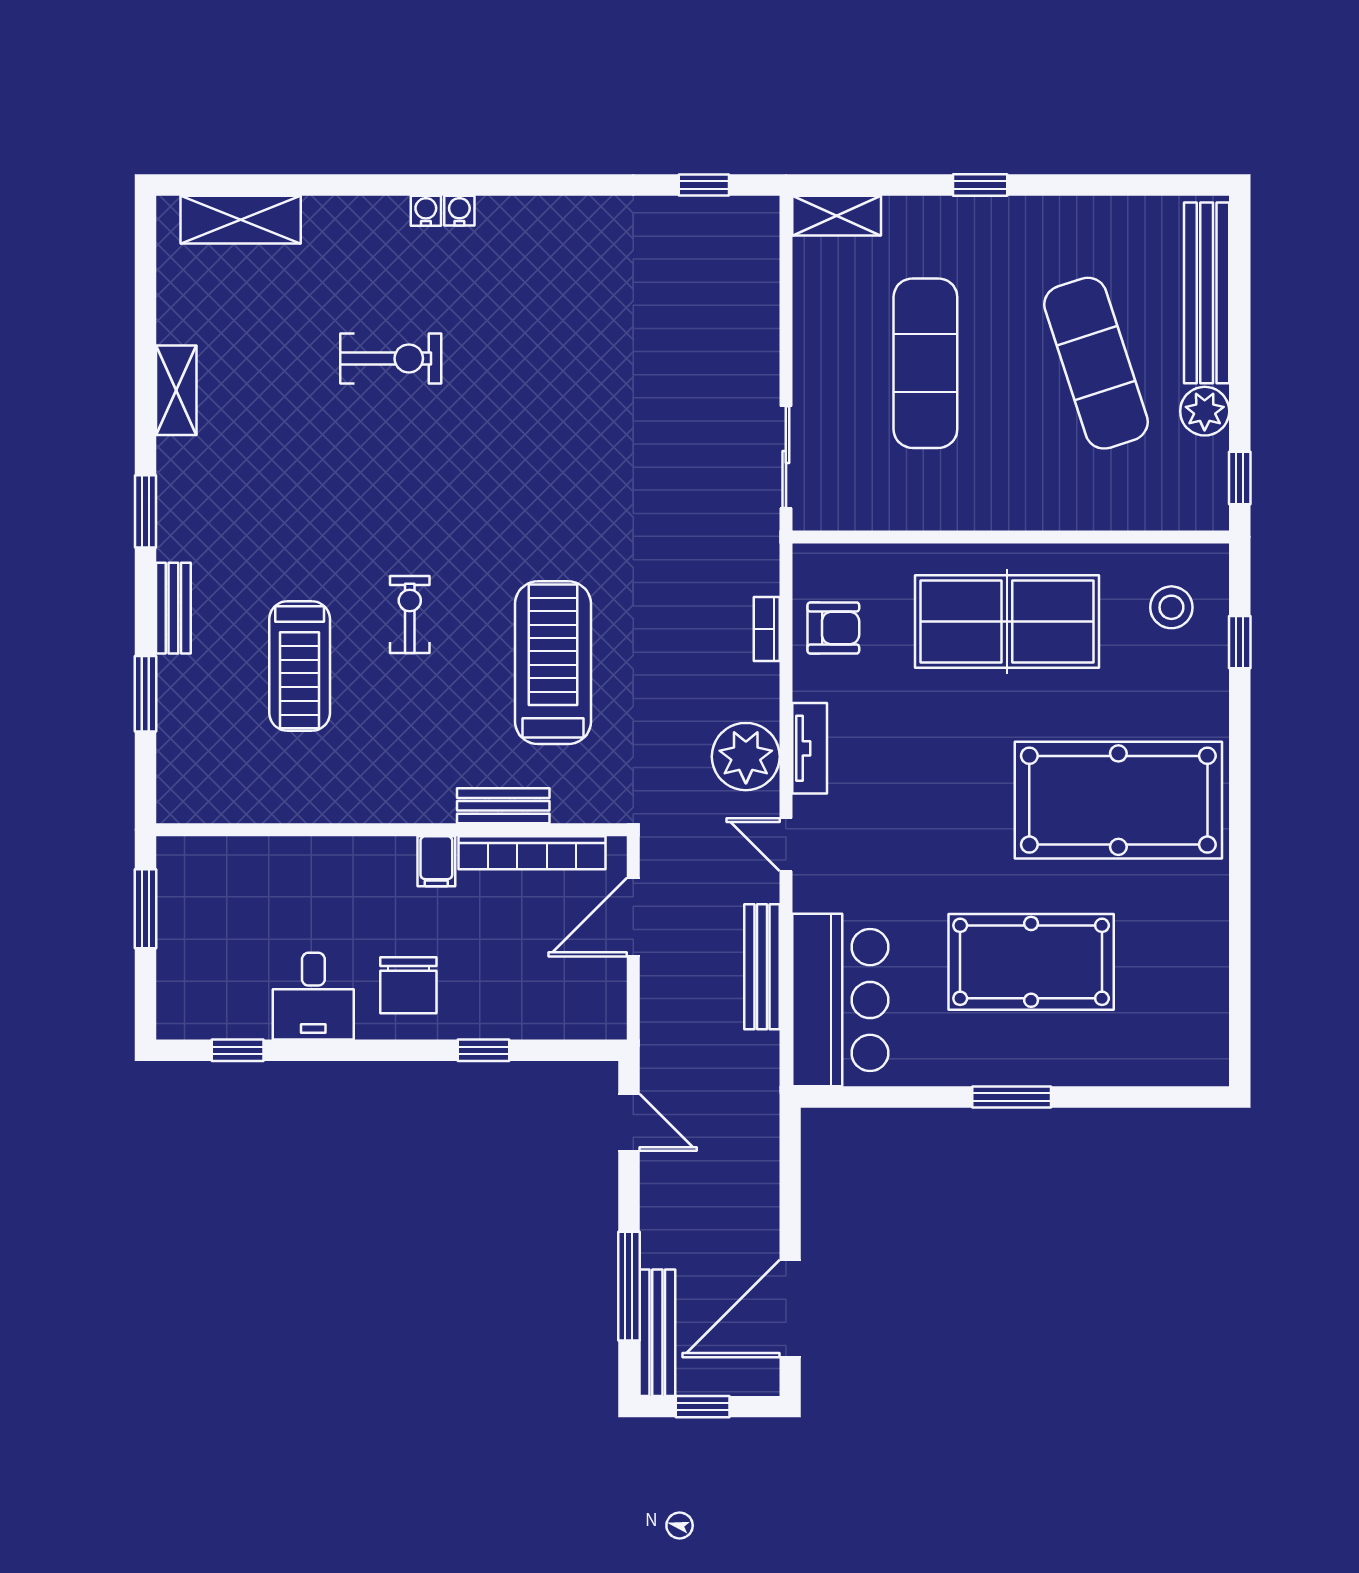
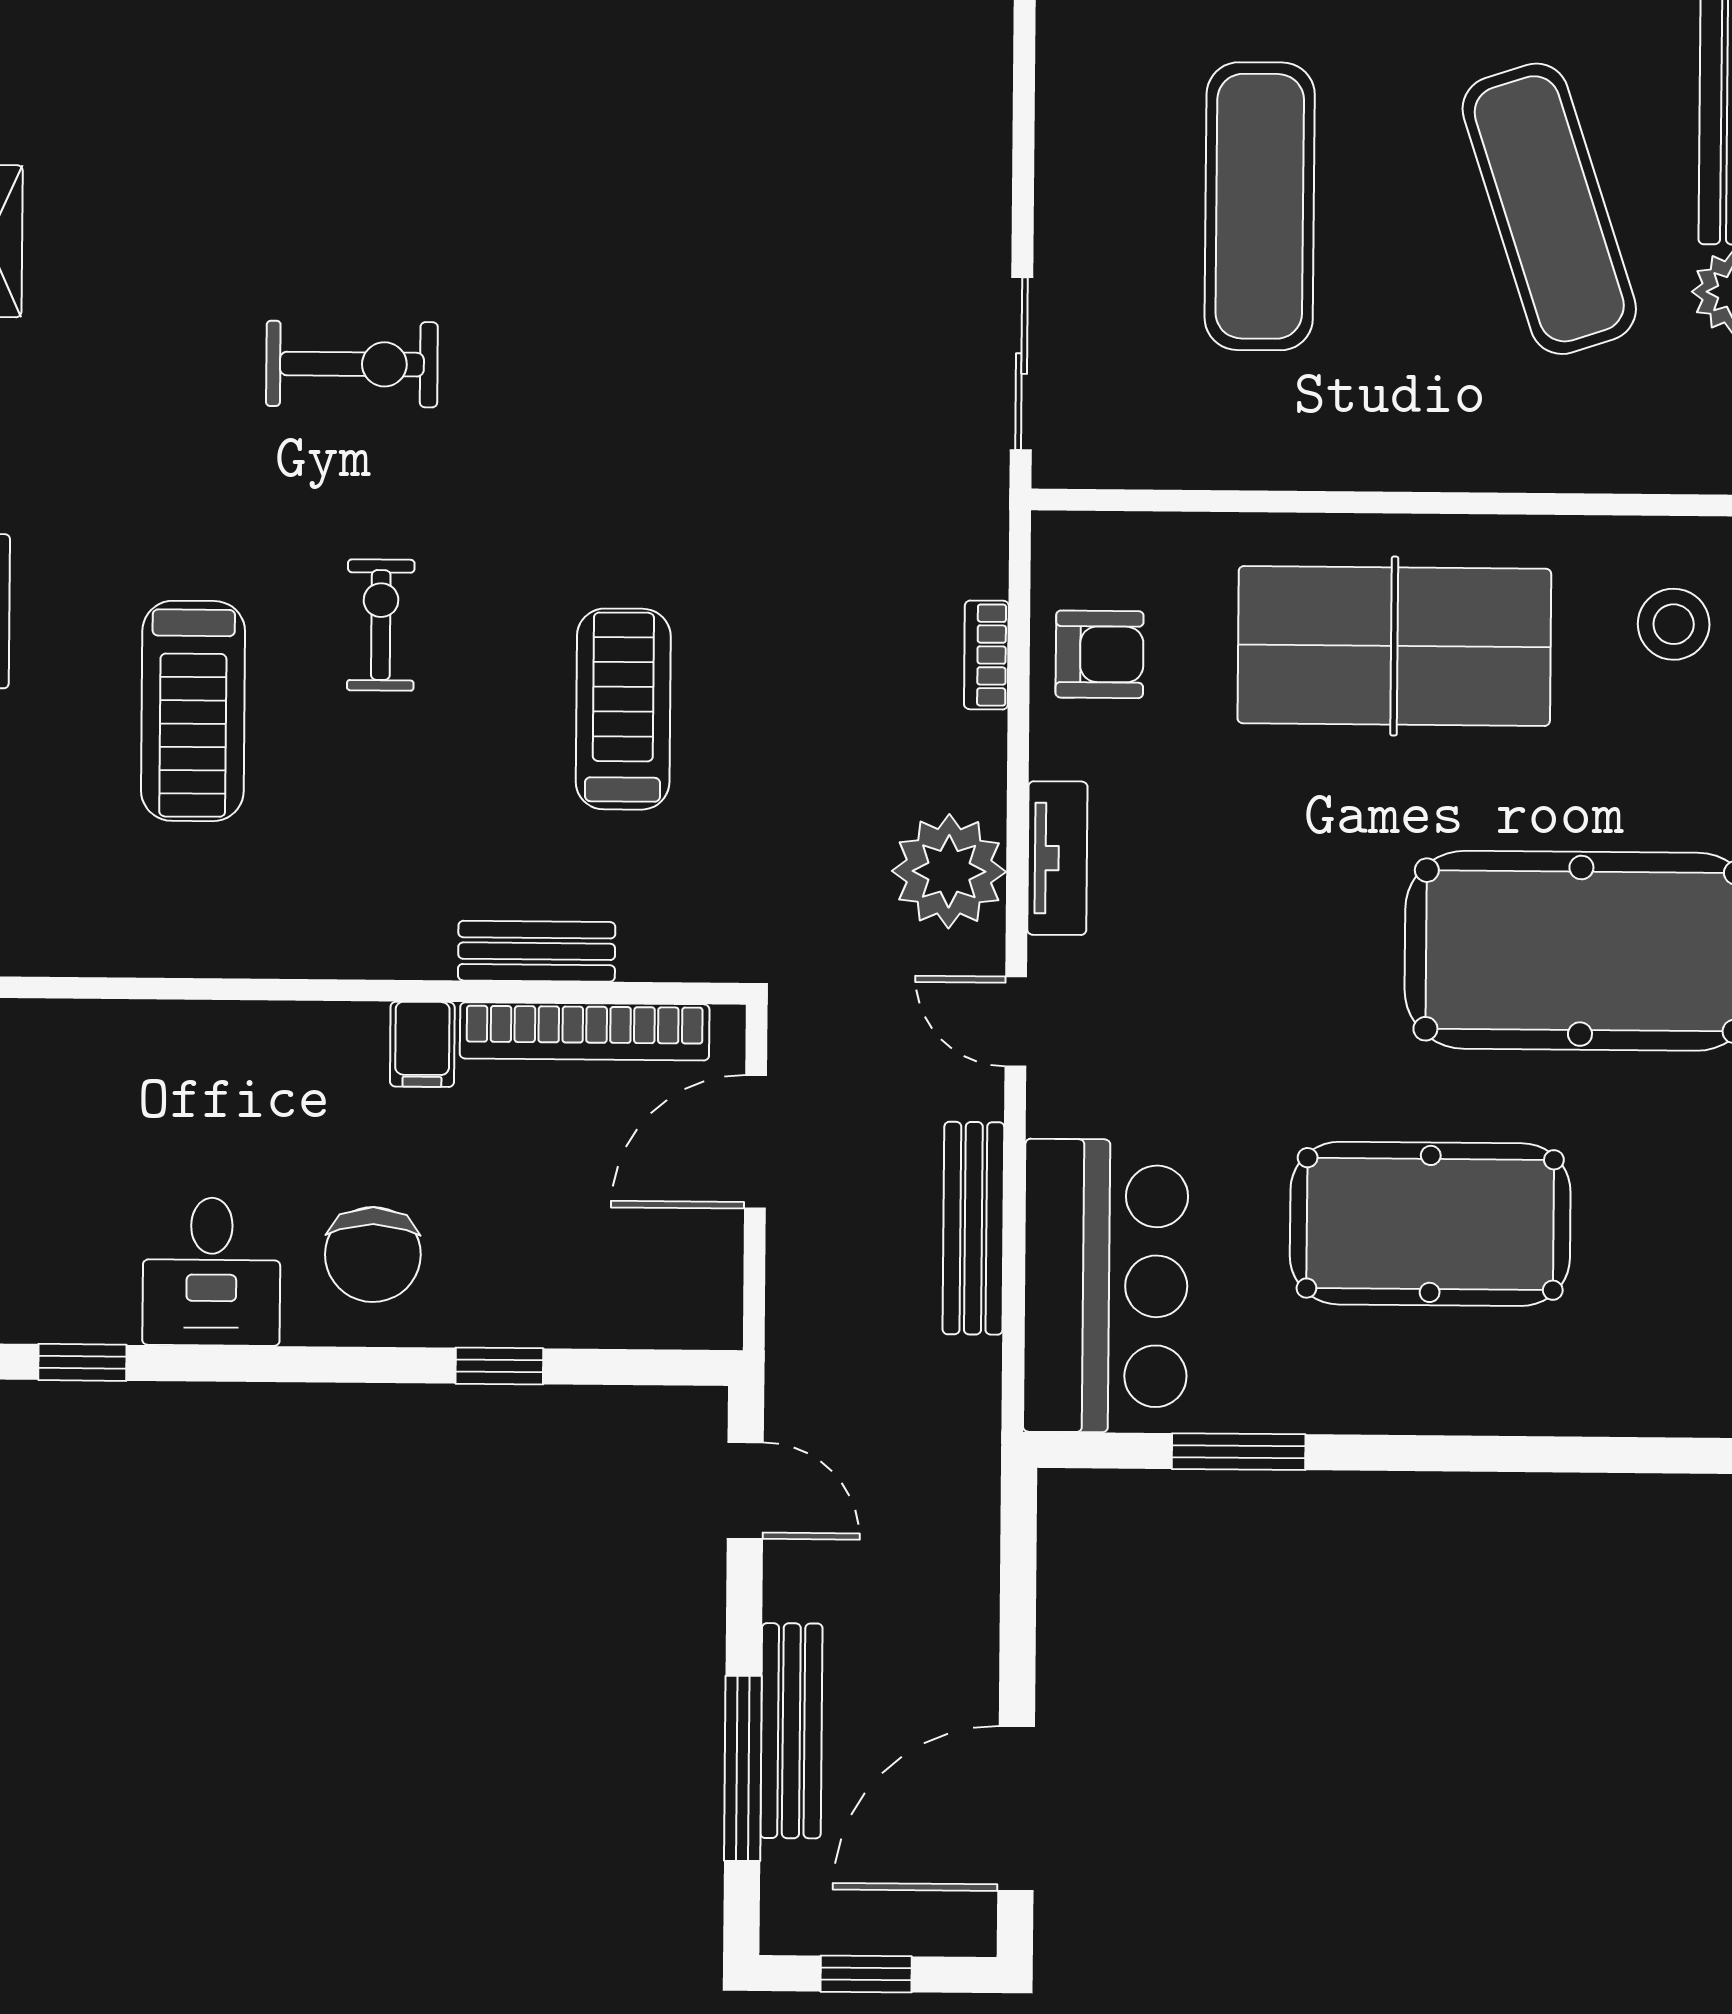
exercise bike: (391, 358) -> (352, 364), moved
treadmill: (553, 663) -> (623, 709), width x0.73, depth x0.73
window: (1012, 1097) -> (1239, 1452), moved
bench: (657, 1333) -> (791, 1731), moved

